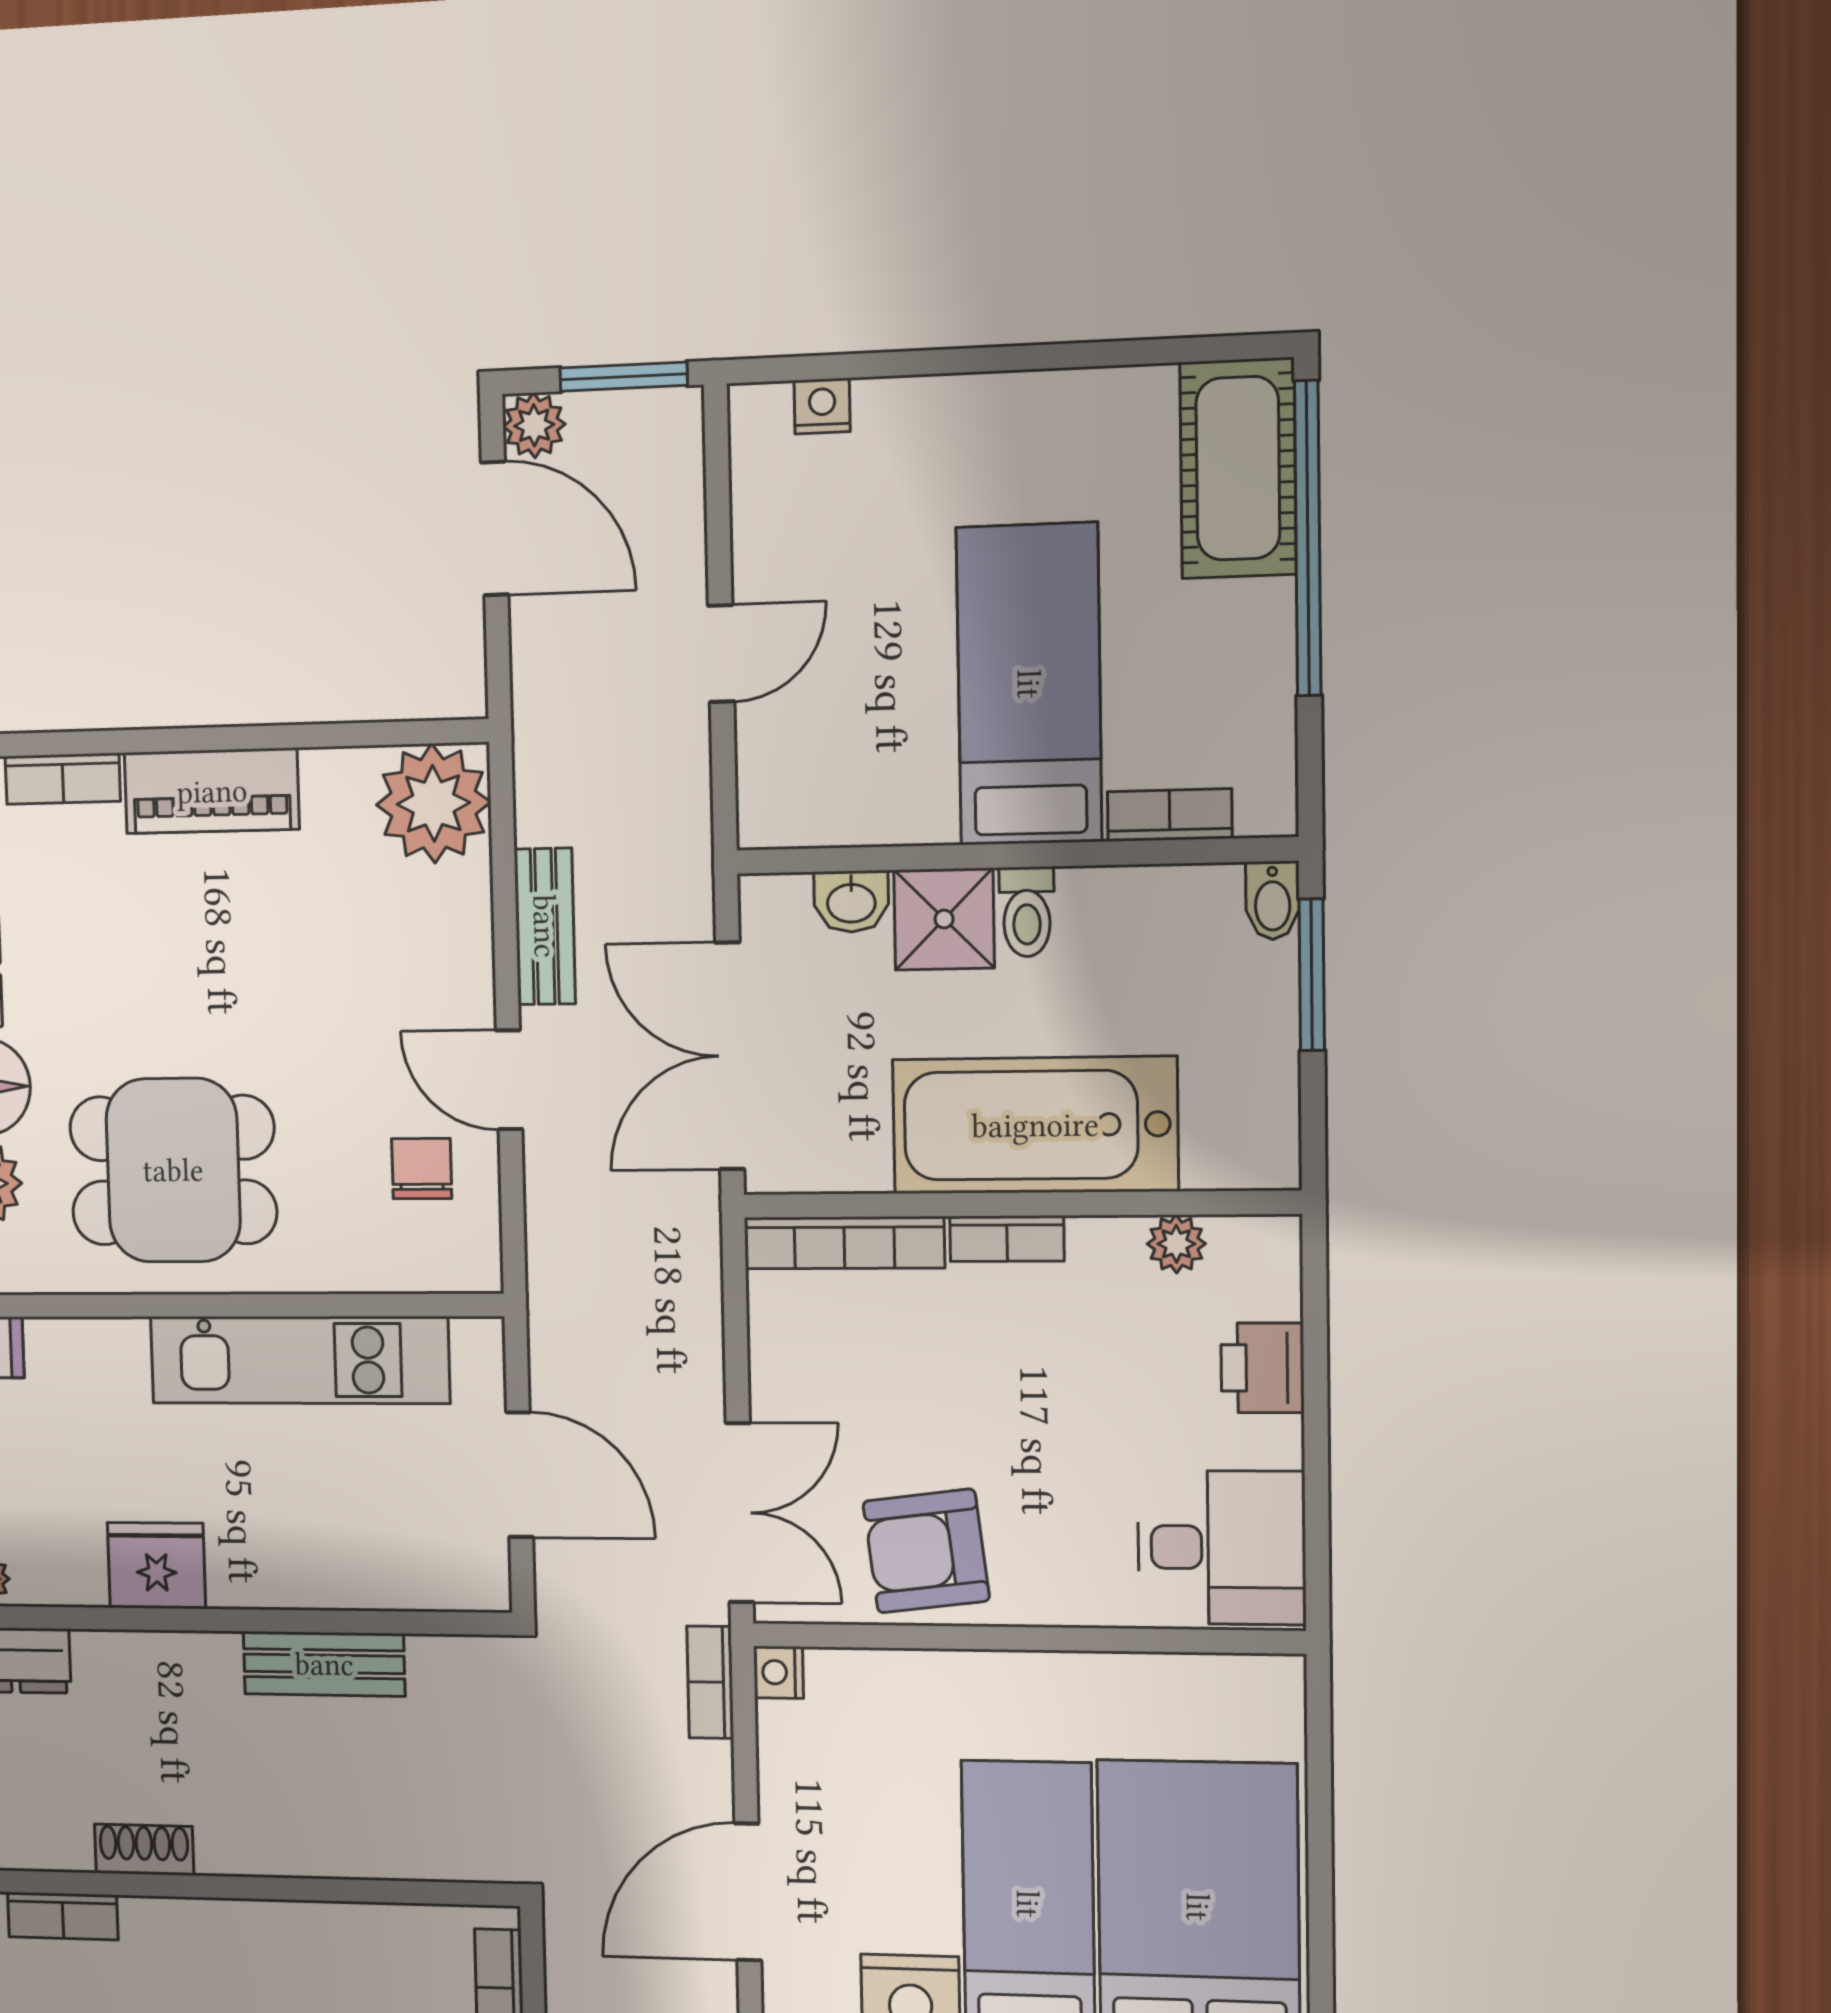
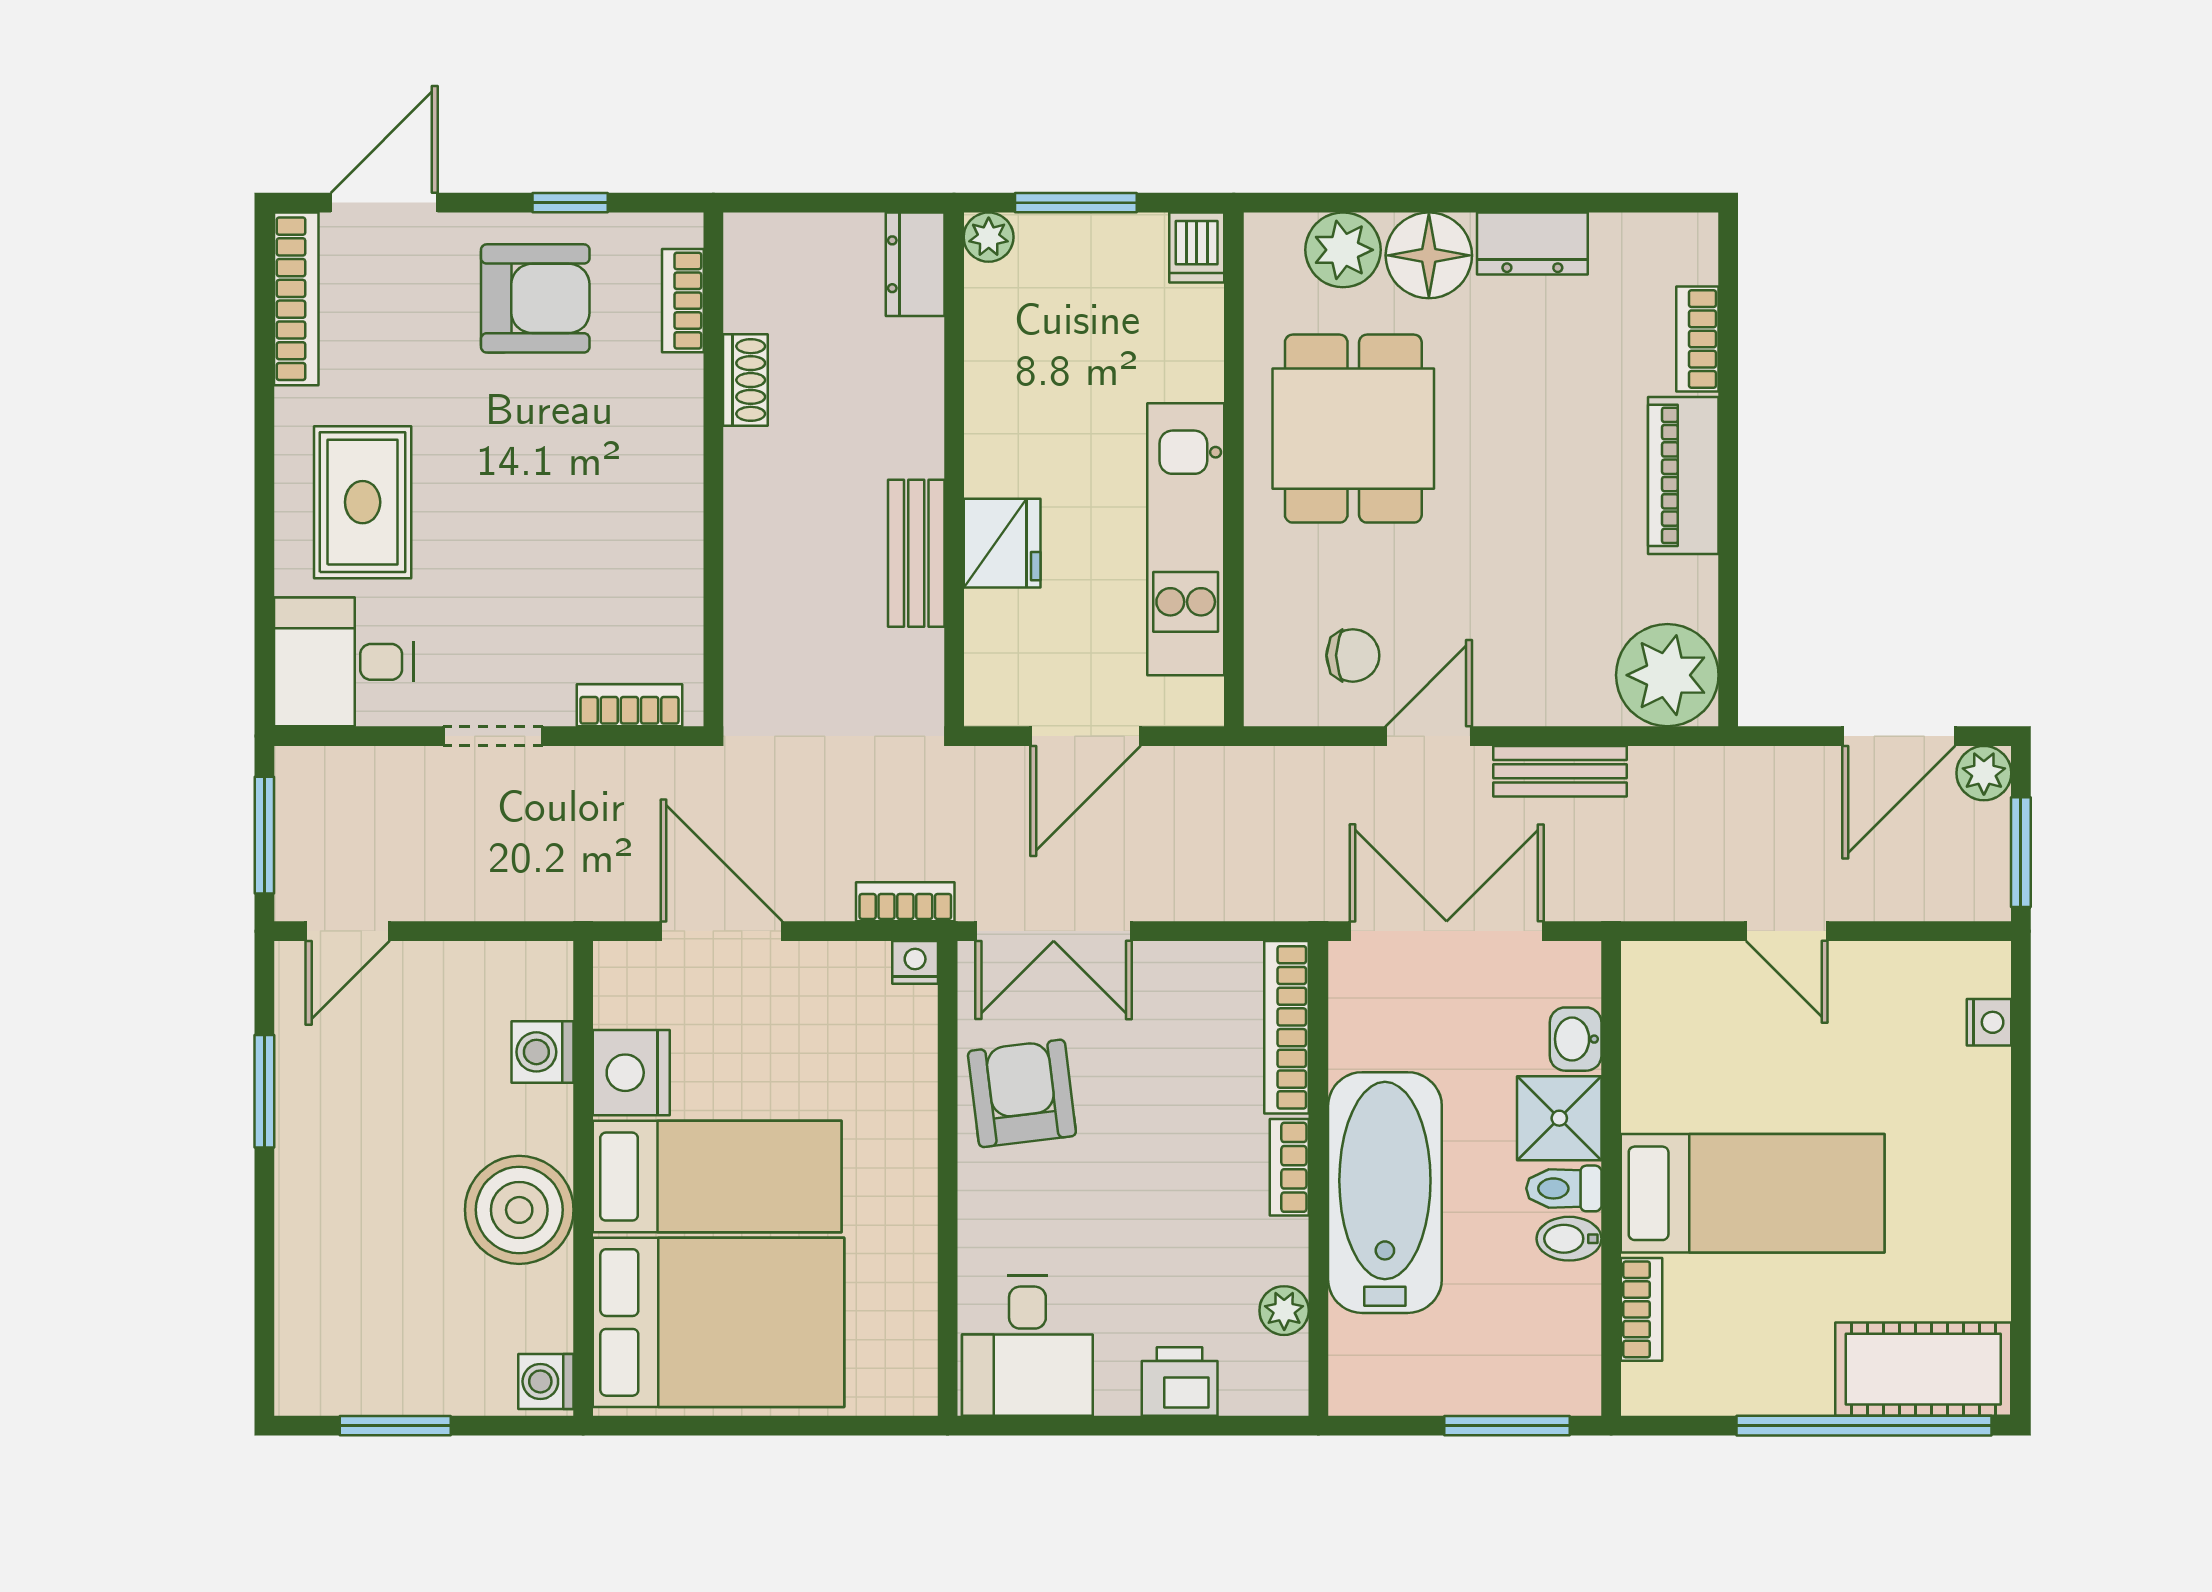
bidet: (1273, 900) -> (1569, 1239), moved
fridge: (156, 1566) -> (1002, 543), moved

